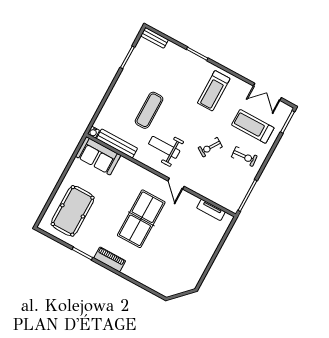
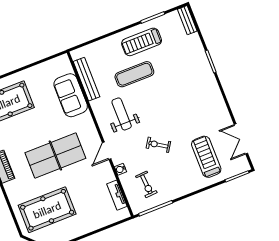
treadmill: (214, 91) -> (142, 42), moved
water cooler: (93, 132) -> (120, 169), moved
sofa: (98, 156) -> (71, 95), moved
exercise bike: (244, 156) -> (146, 184), moved
pool table: (169, 264) -> (47, 210), added

